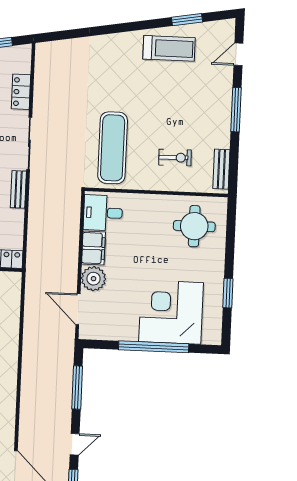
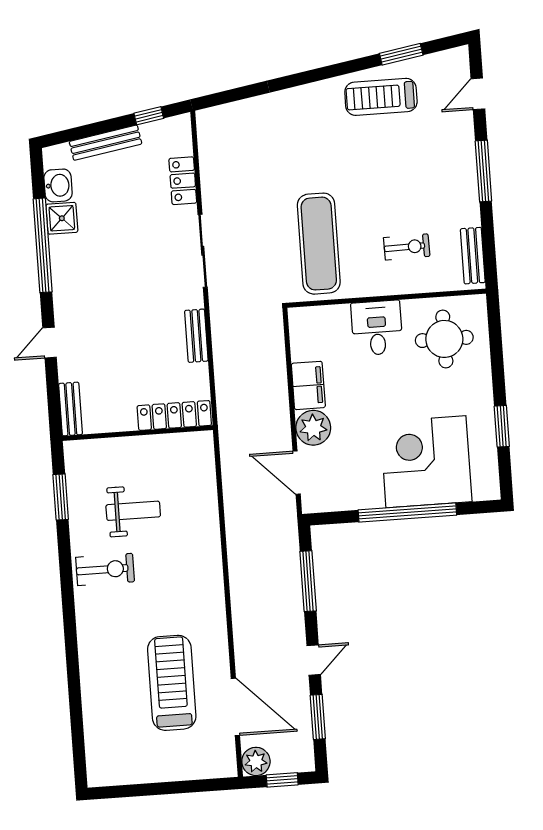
treadmill: (169, 48) -> (381, 97), turned 180
bench: (18, 189) -> (196, 336), moved
desk: (103, 213) -> (377, 328), moved, turned 90

